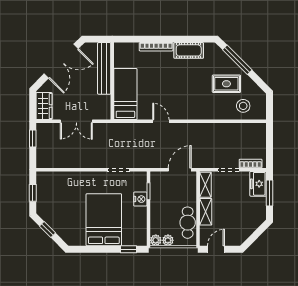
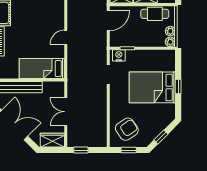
double door: (76, 121) -> (66, 112), swing flipped
door: (180, 170) -> (108, 21), swing flipped
armchair: (56, 191) -> (127, 129), added
nightstand: (140, 199) -> (119, 55), moved
window: (129, 249) -> (178, 87), moved

